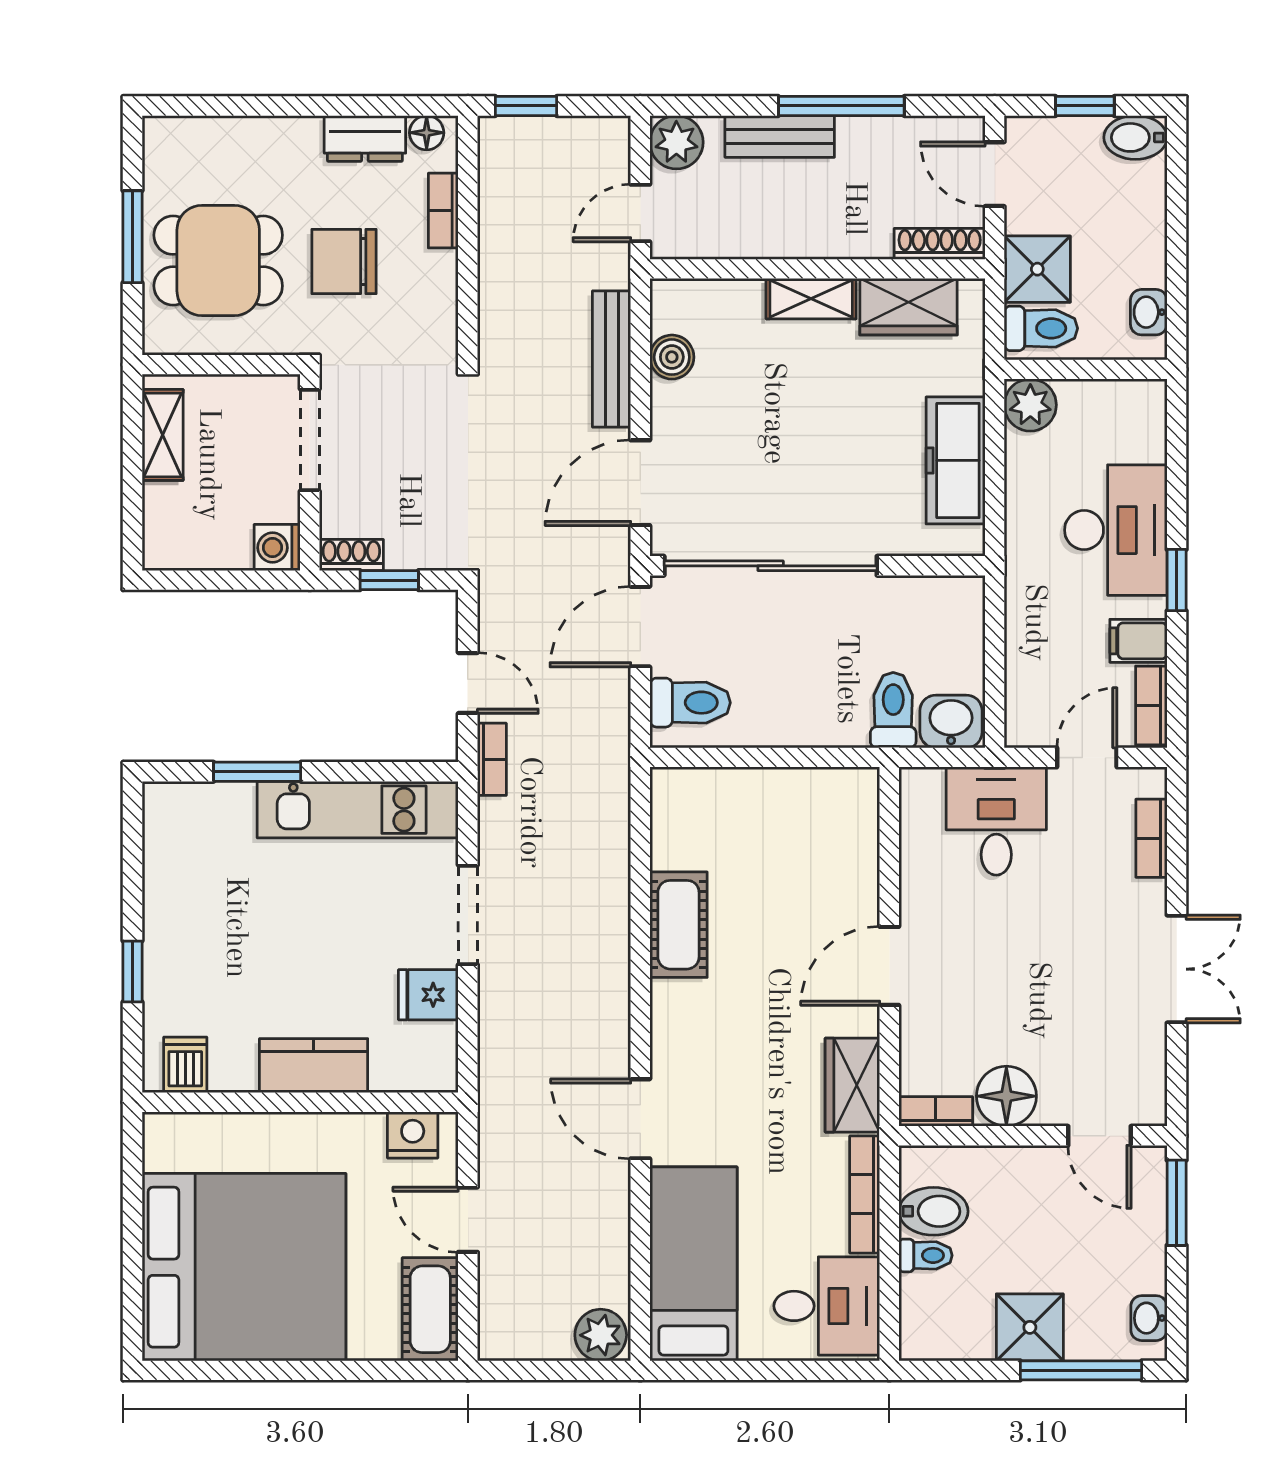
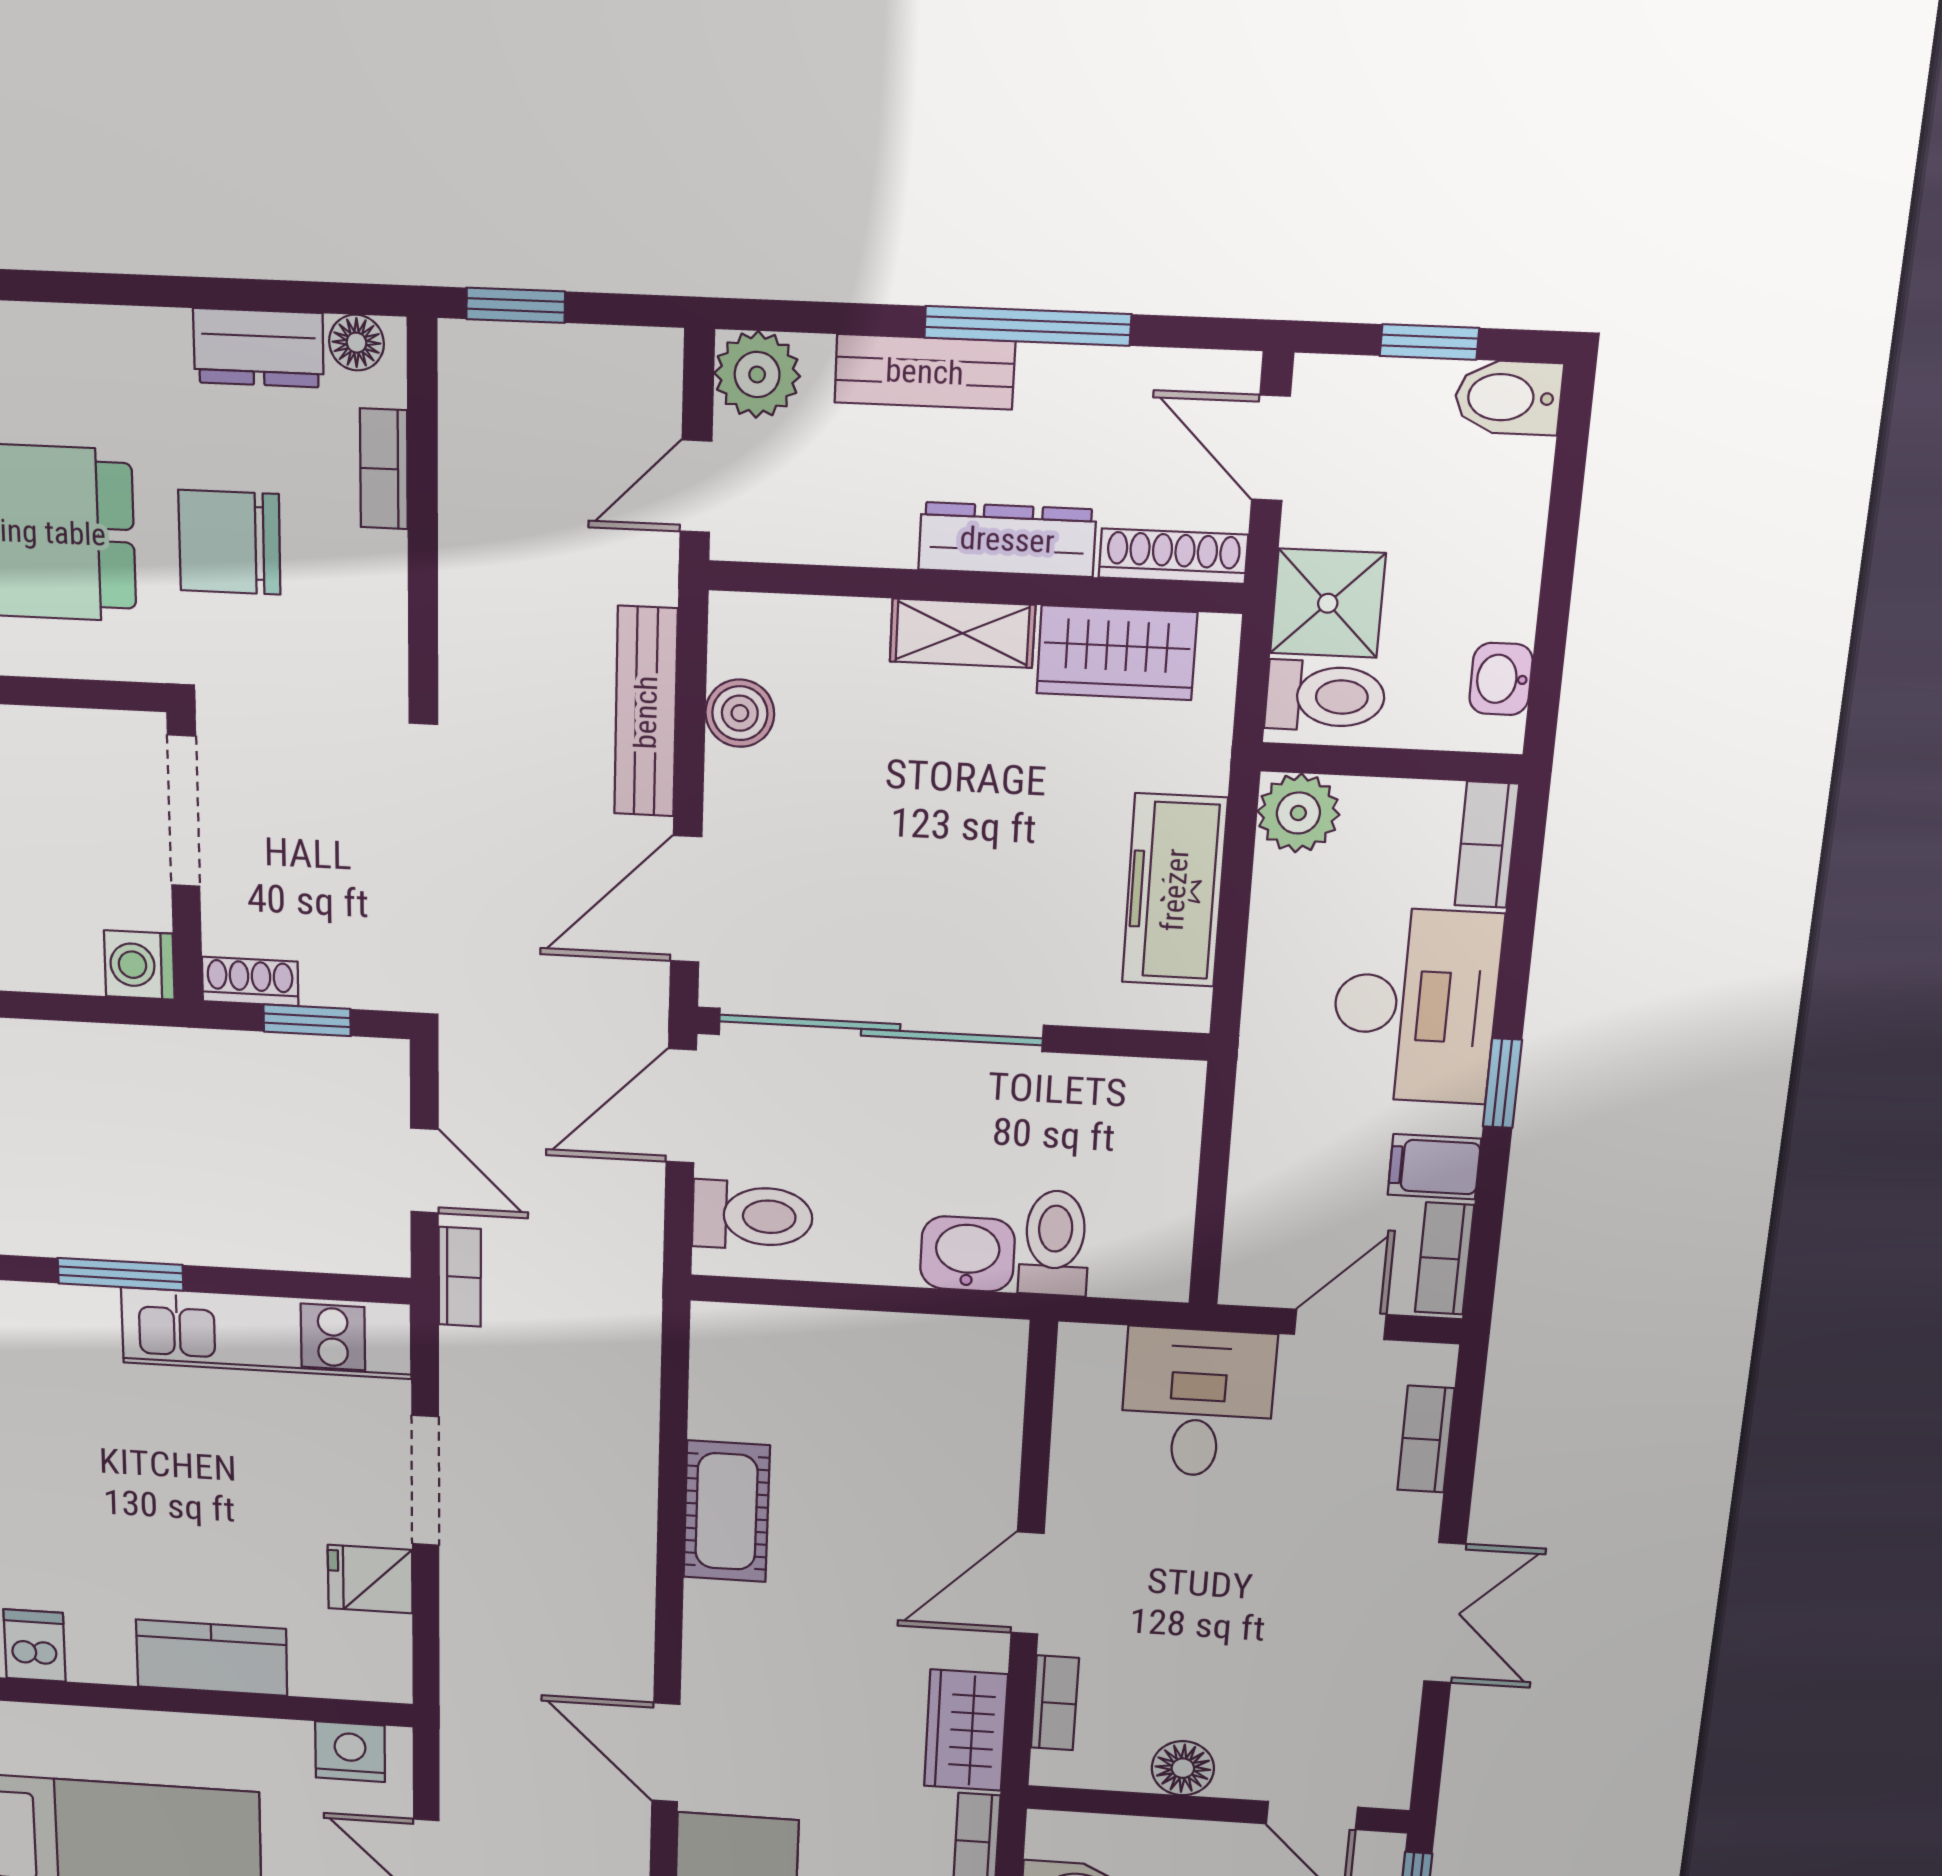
dresser: (836, 238) -> (1007, 540), added
bookcase: (1151, 420) -> (1487, 845), added
washbasin: (951, 721) -> (967, 1254), moved
floor lamp: (1006, 1096) -> (1183, 1768), width x0.73, depth x0.73
bookcase: (936, 1111) -> (1055, 1703), moved, turned 90

